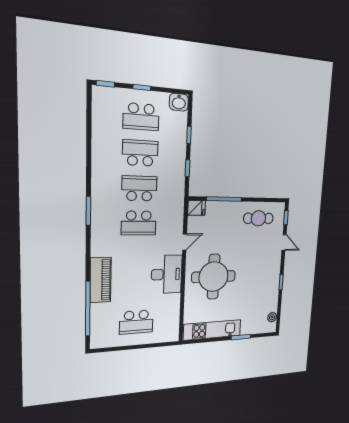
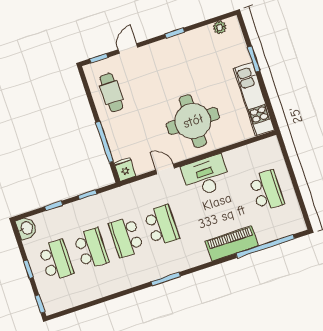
school desk: (140, 153) -> (91, 249), turned 180

